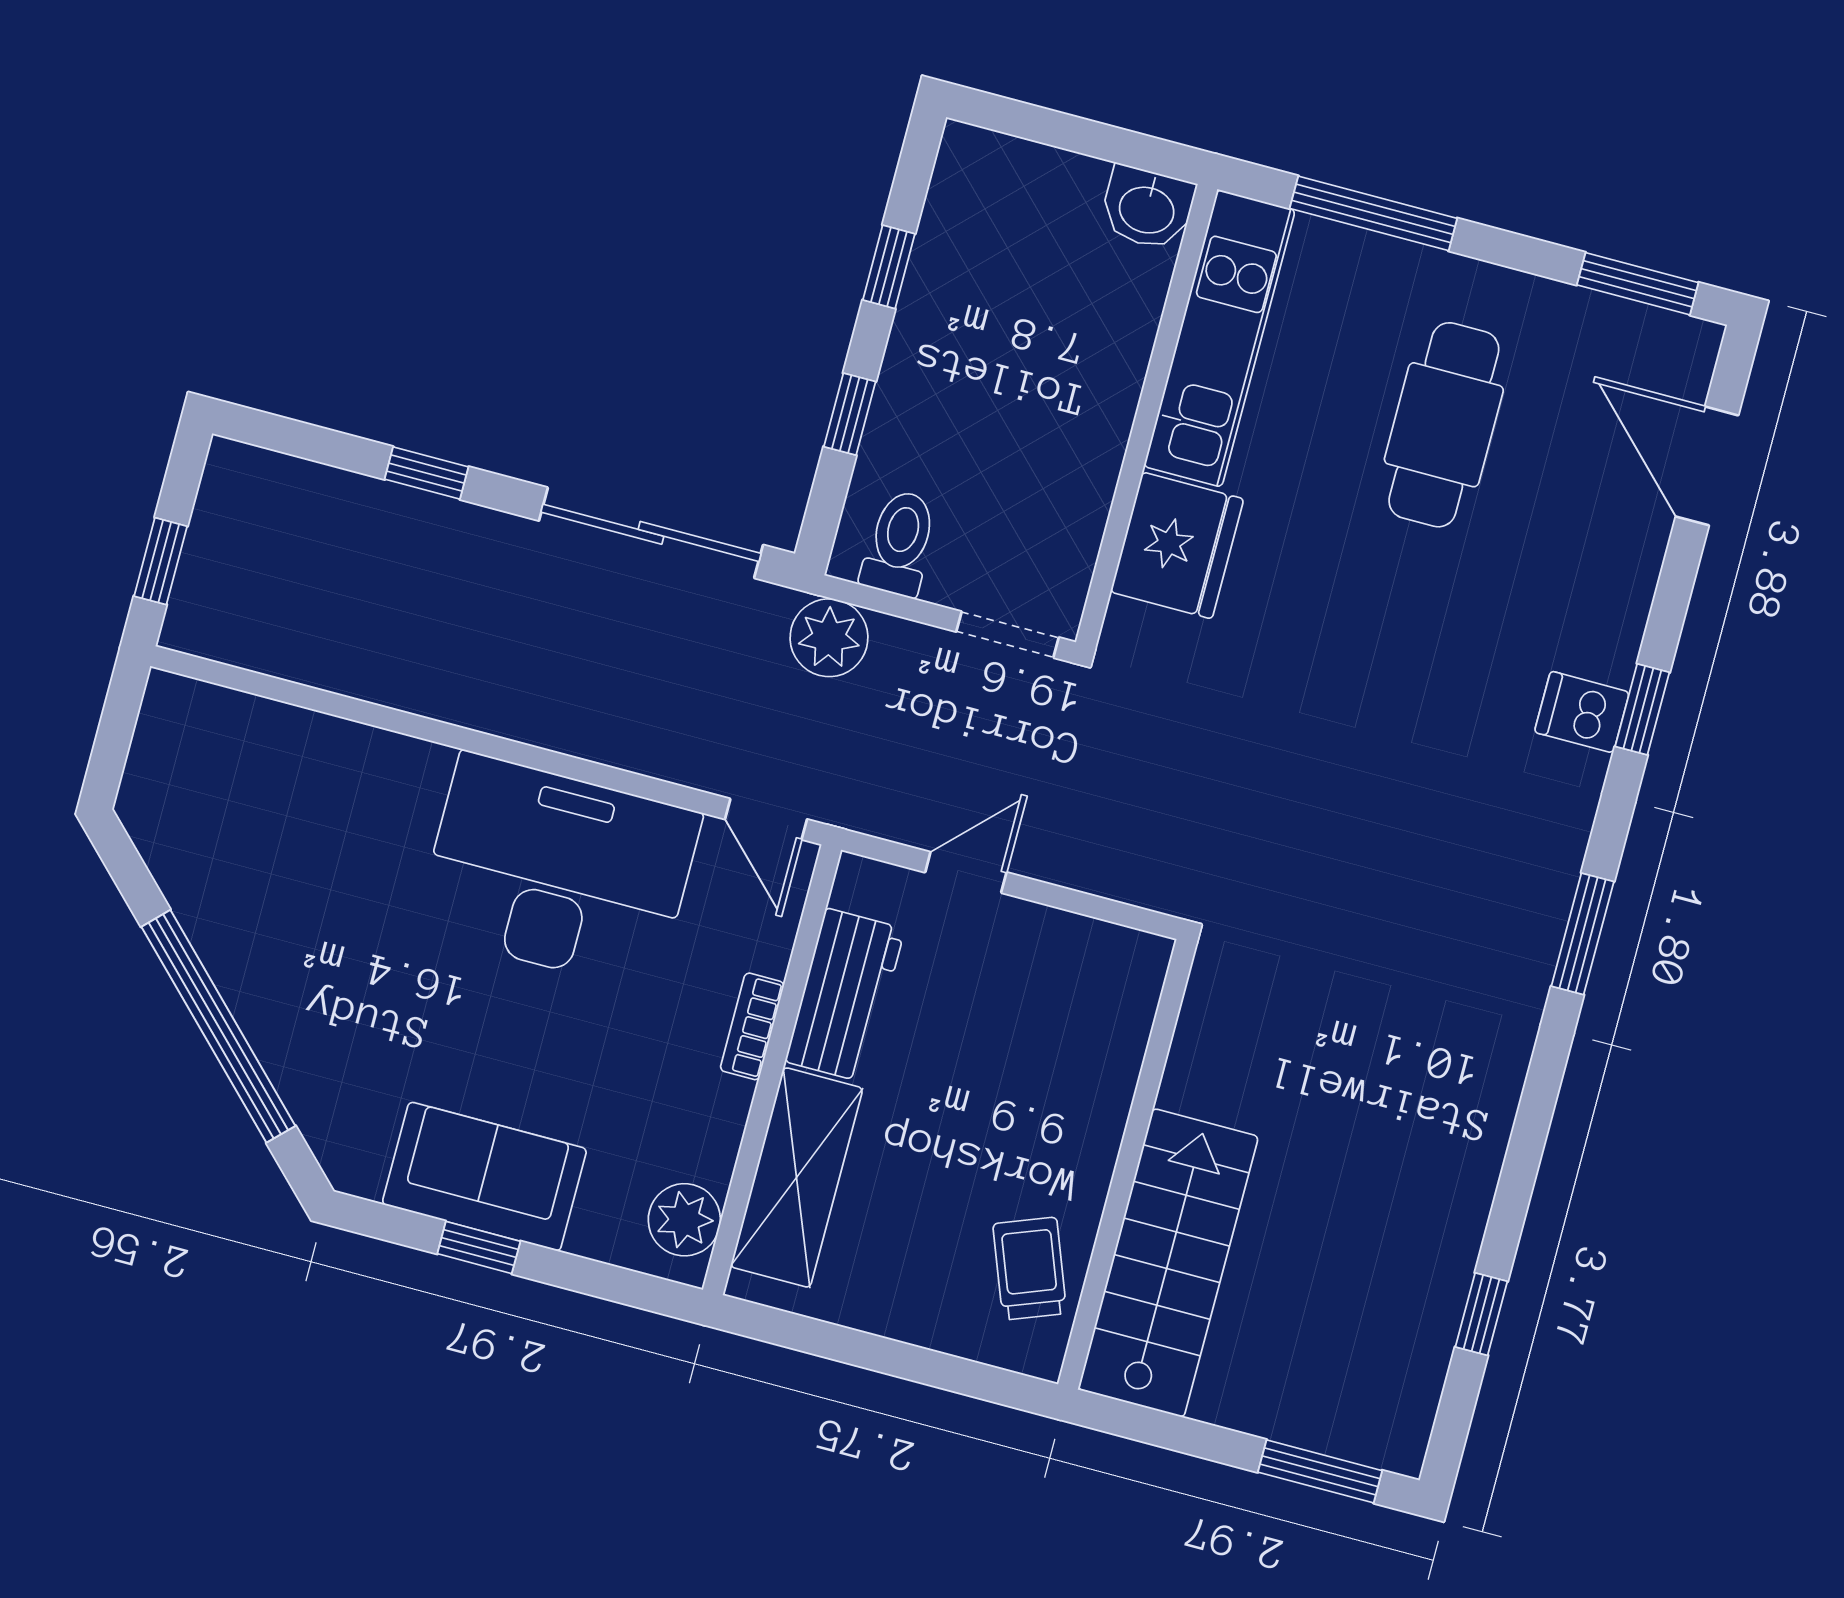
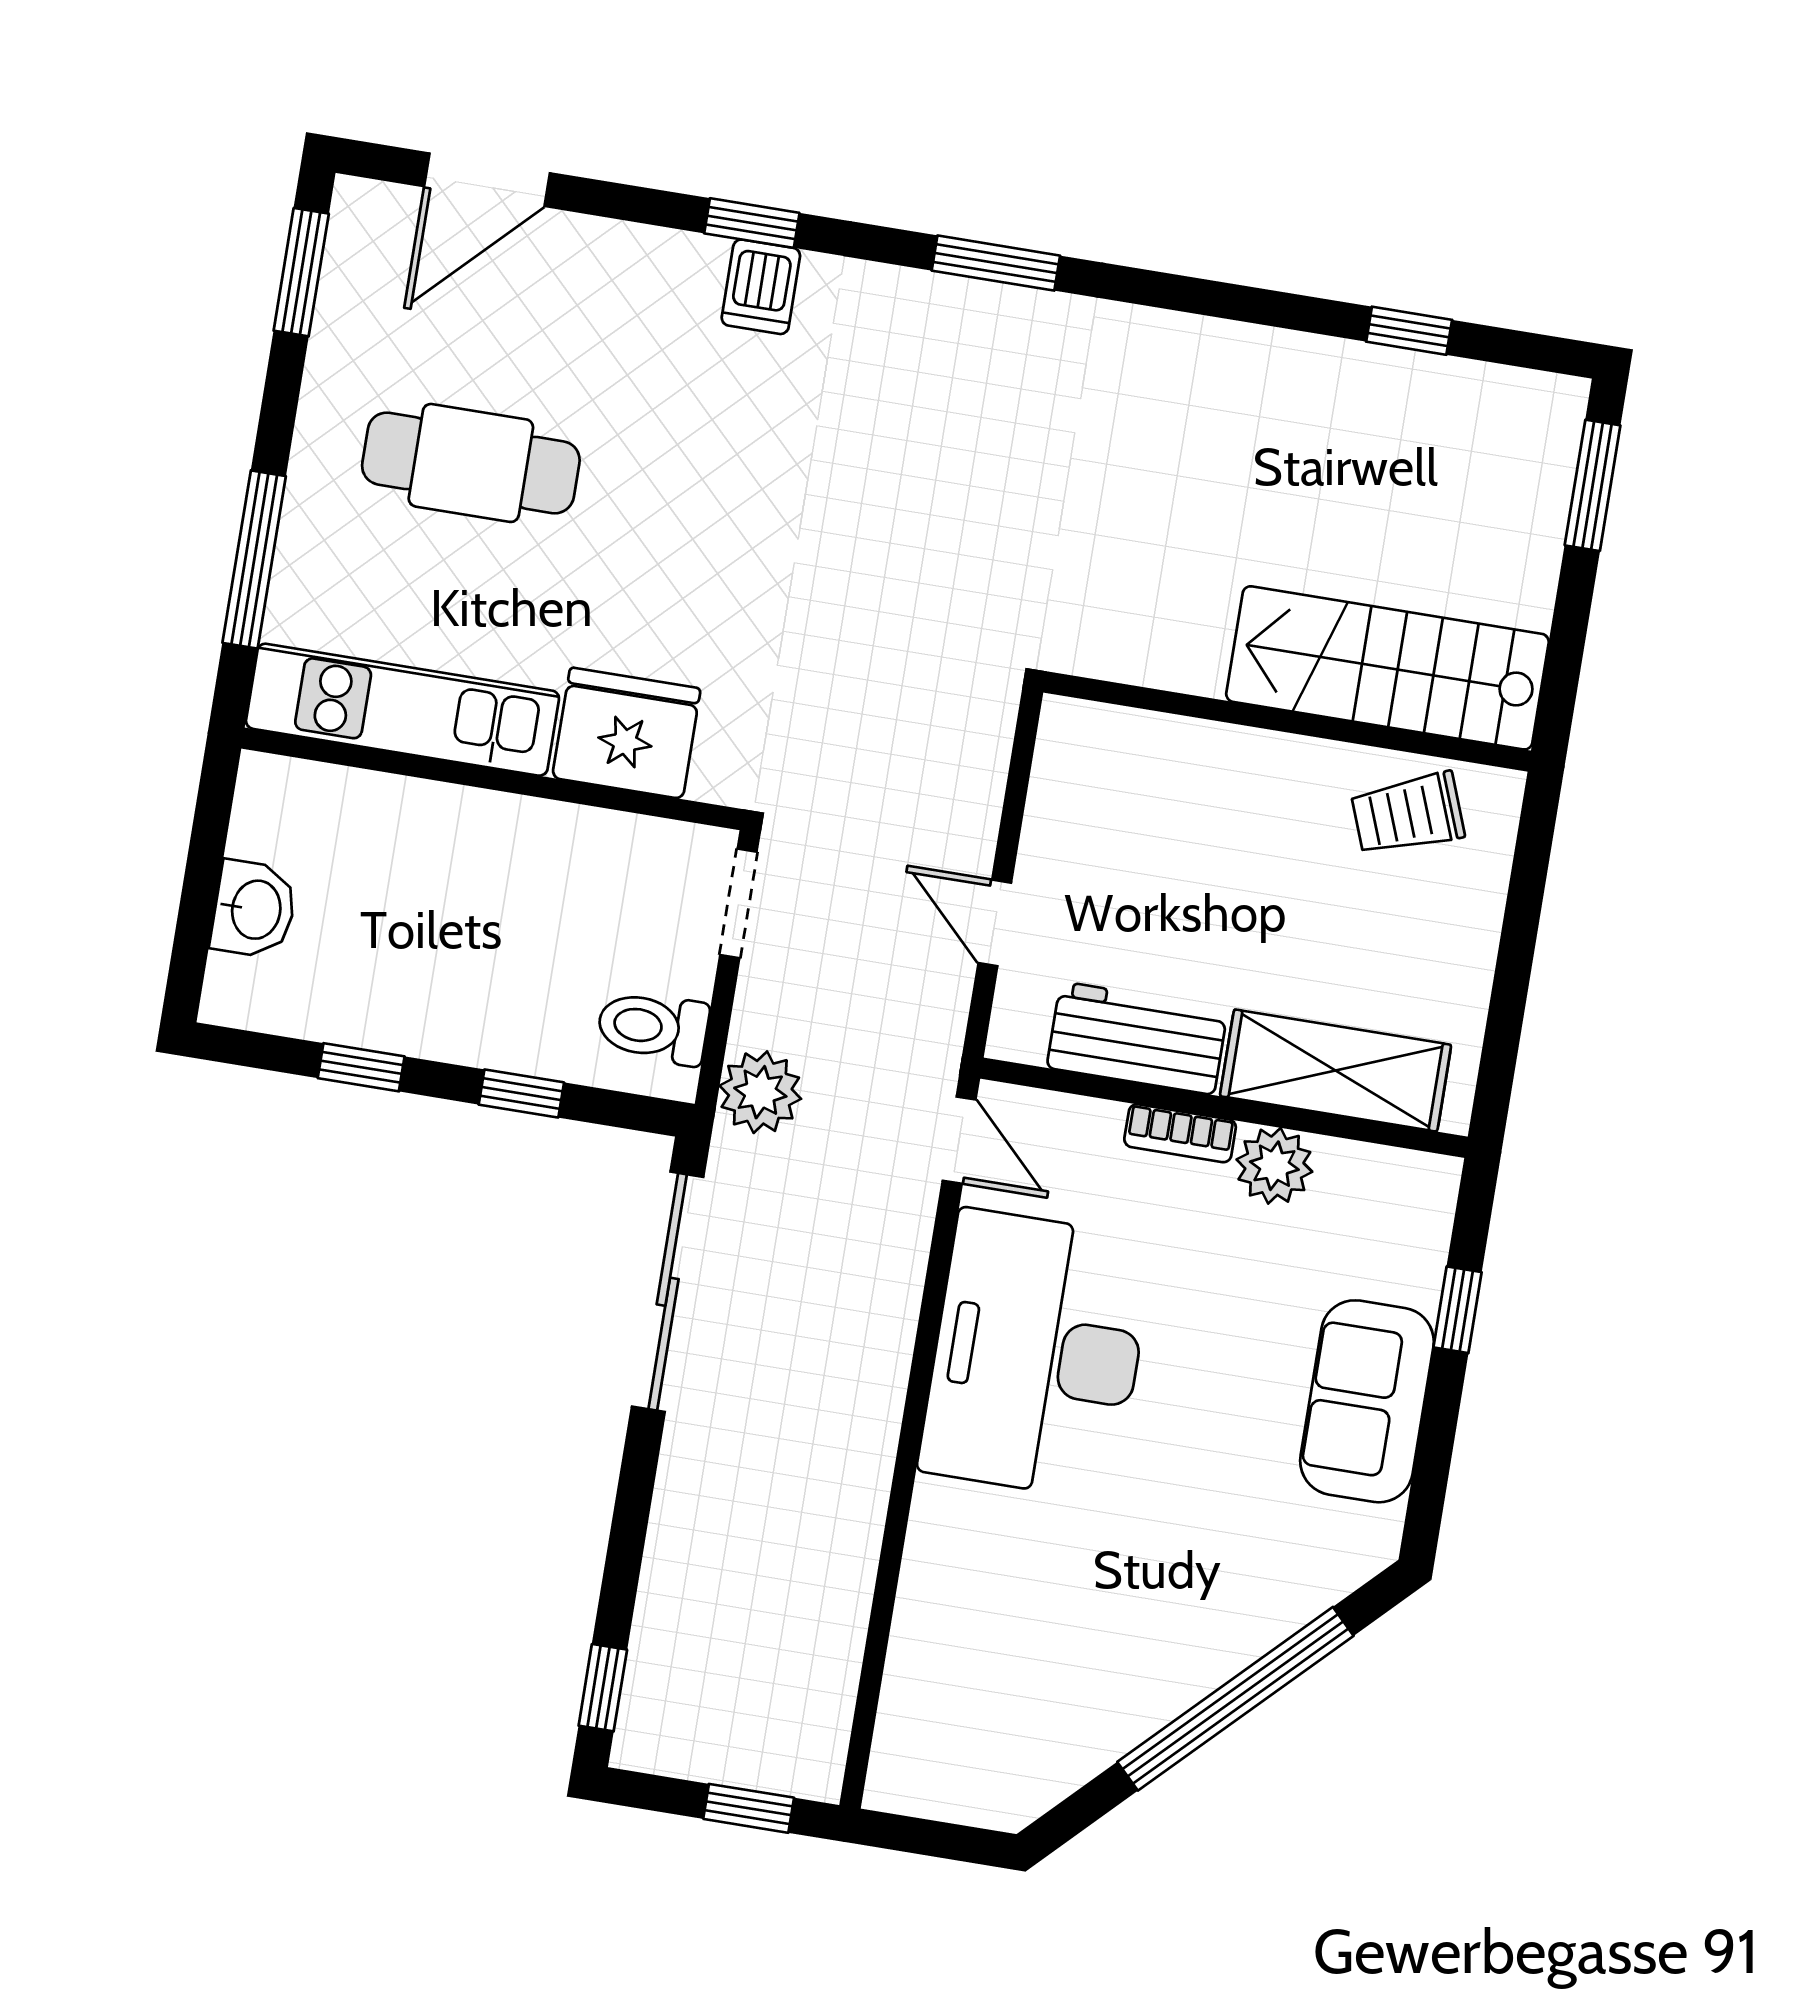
washbasin: (1147, 208) -> (254, 909), moved
window: (427, 473) -> (603, 1688), moved
door: (766, 819) -> (959, 1140), hinge flipped
plant: (684, 1220) -> (1274, 1166), moved
window: (479, 1248) -> (1458, 1310), moved

